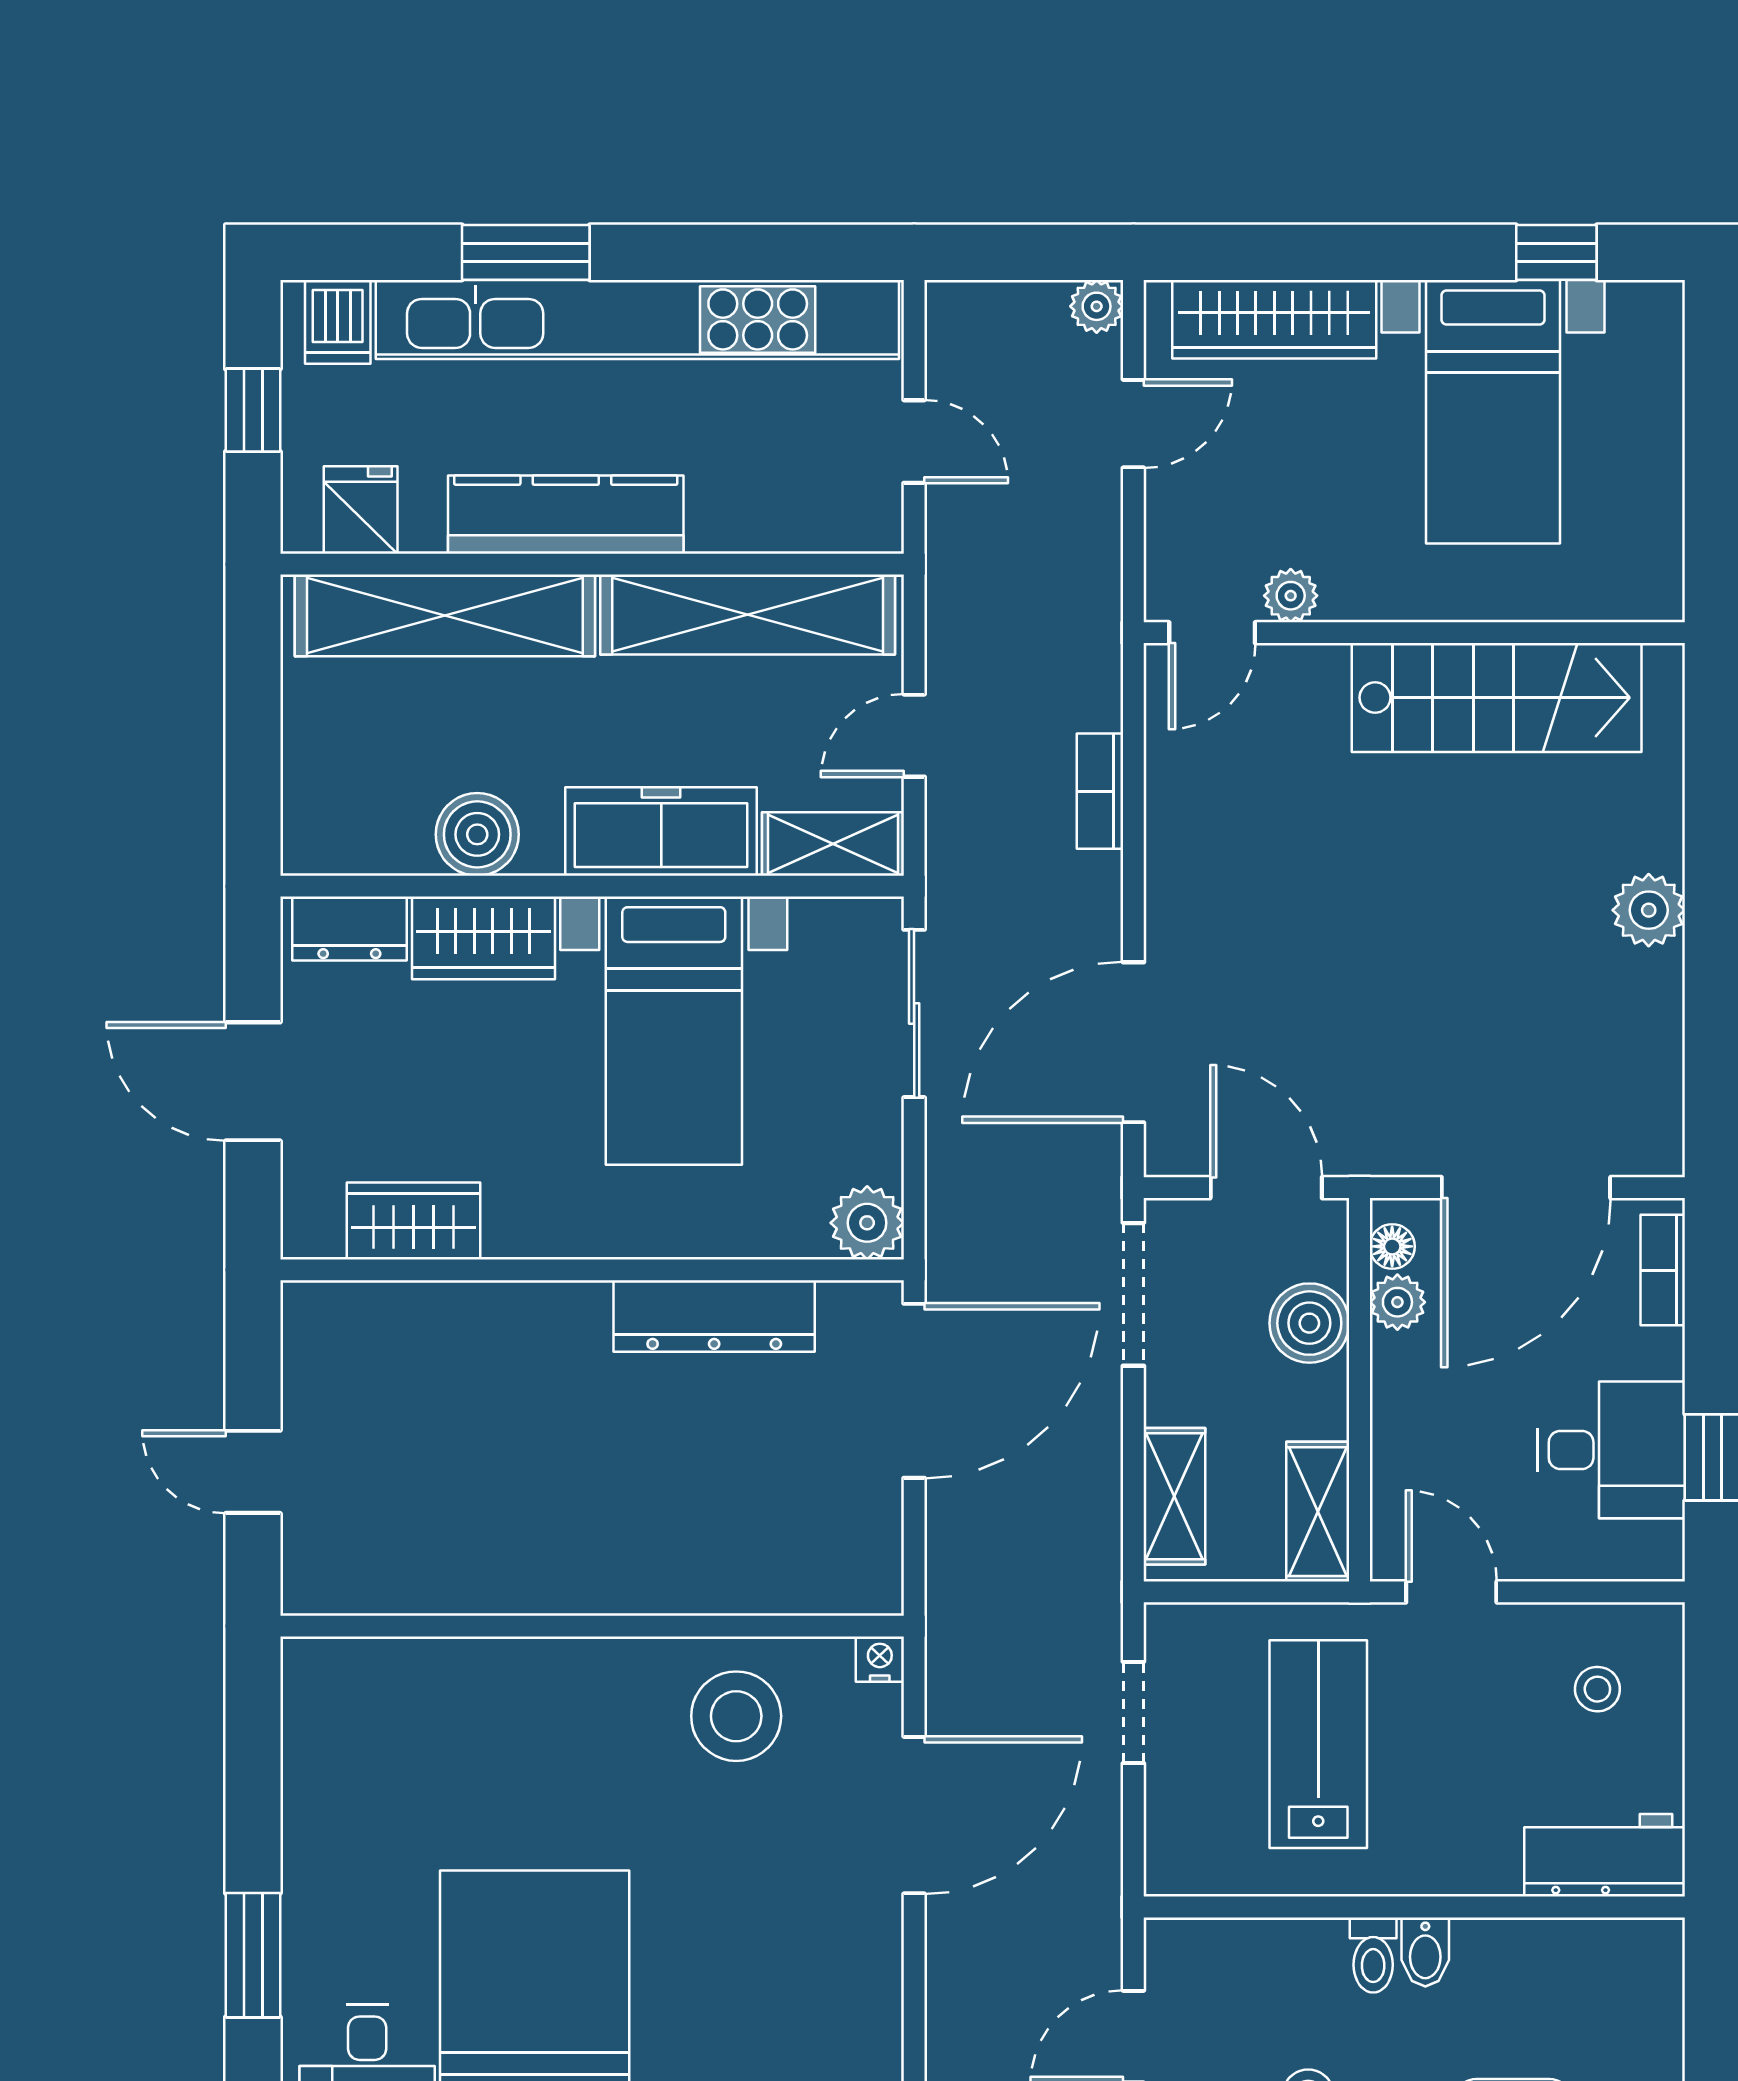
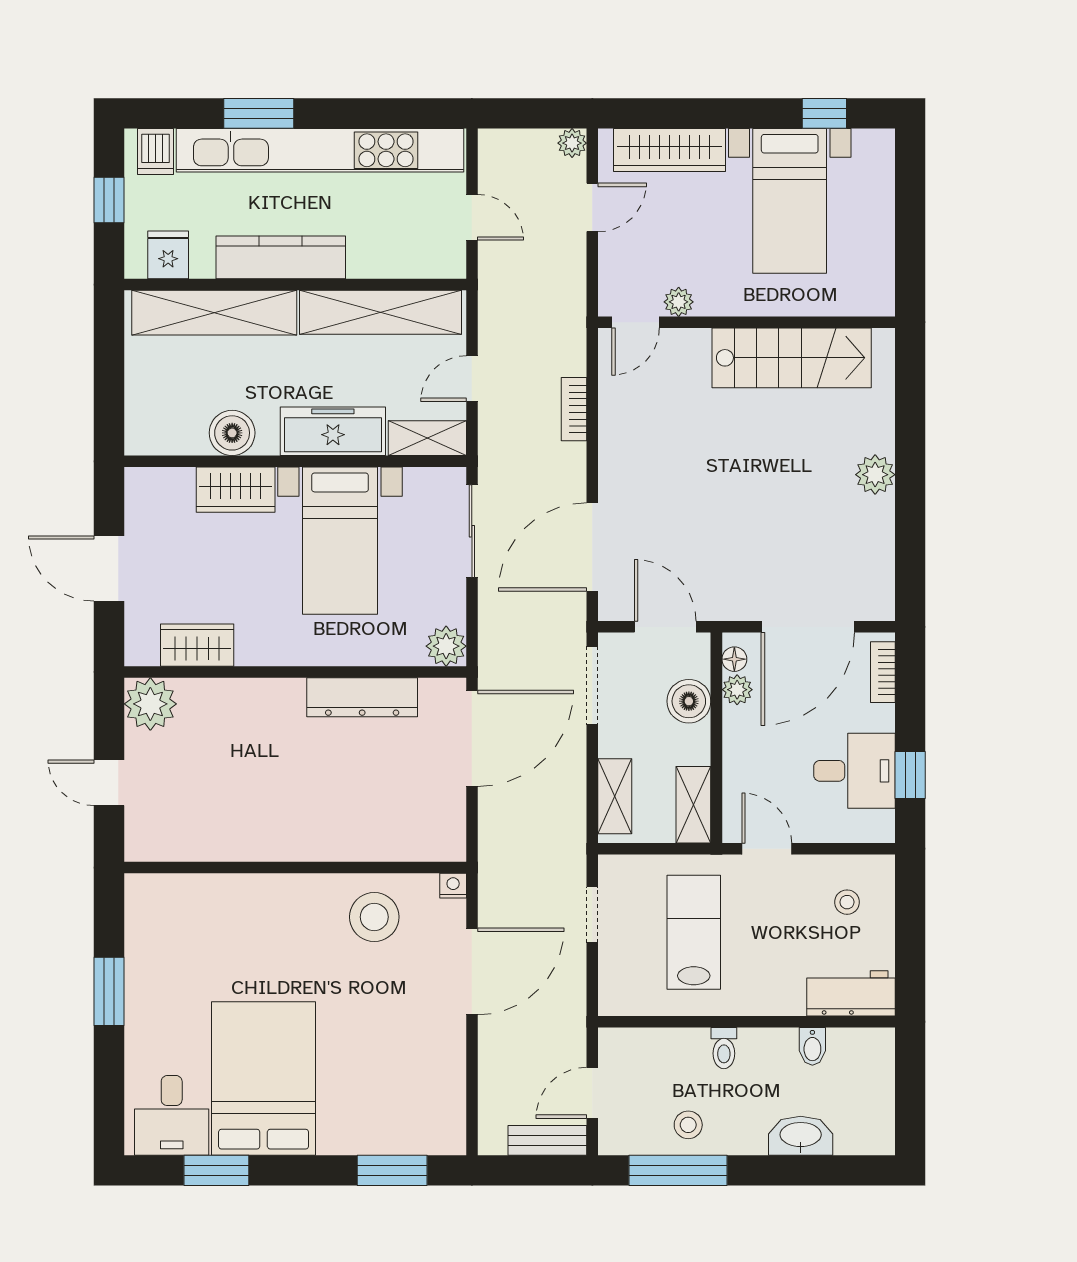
dresser: (349, 929) -> (162, 485), removed
plant: (328, 1328) -> (150, 704), added
bidet: (1425, 1952) -> (812, 1046), moved
window: (253, 1955) -> (109, 991), moved

